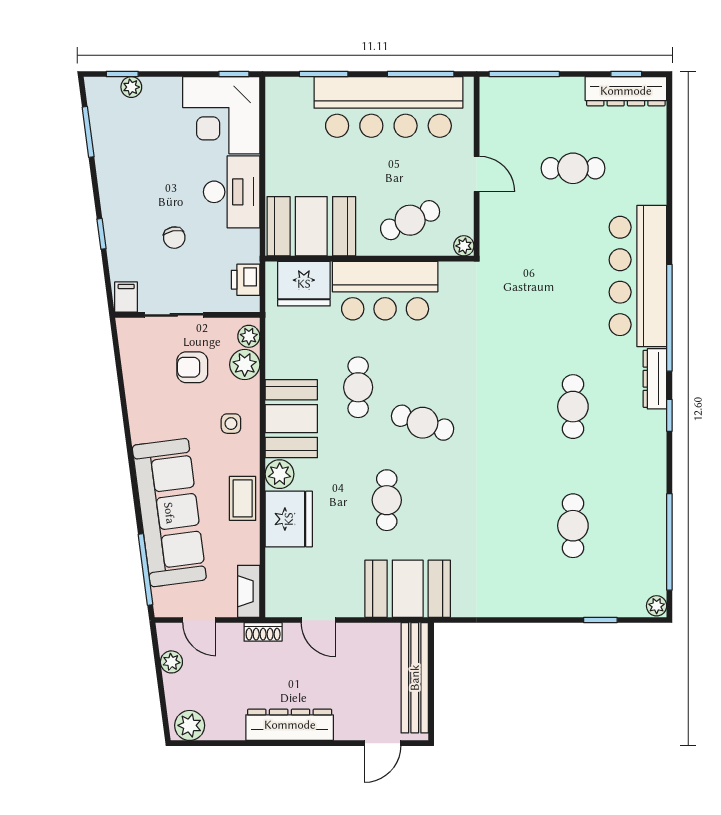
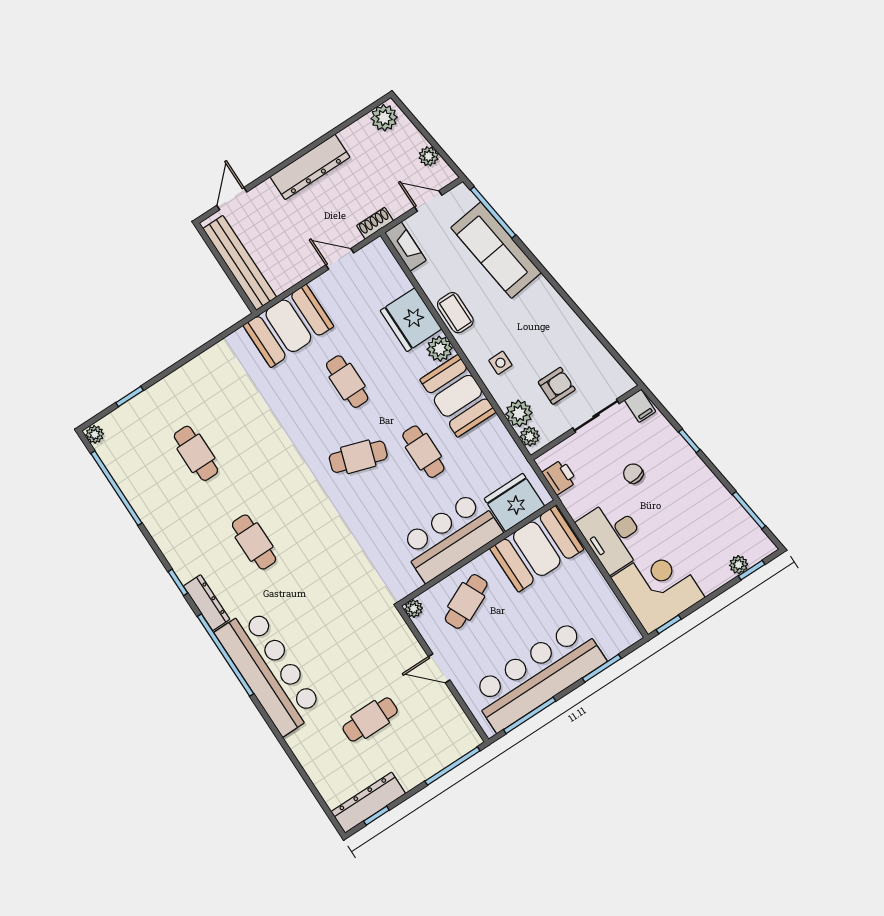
sofa: (169, 513) -> (496, 250), width x0.74, depth x0.79

